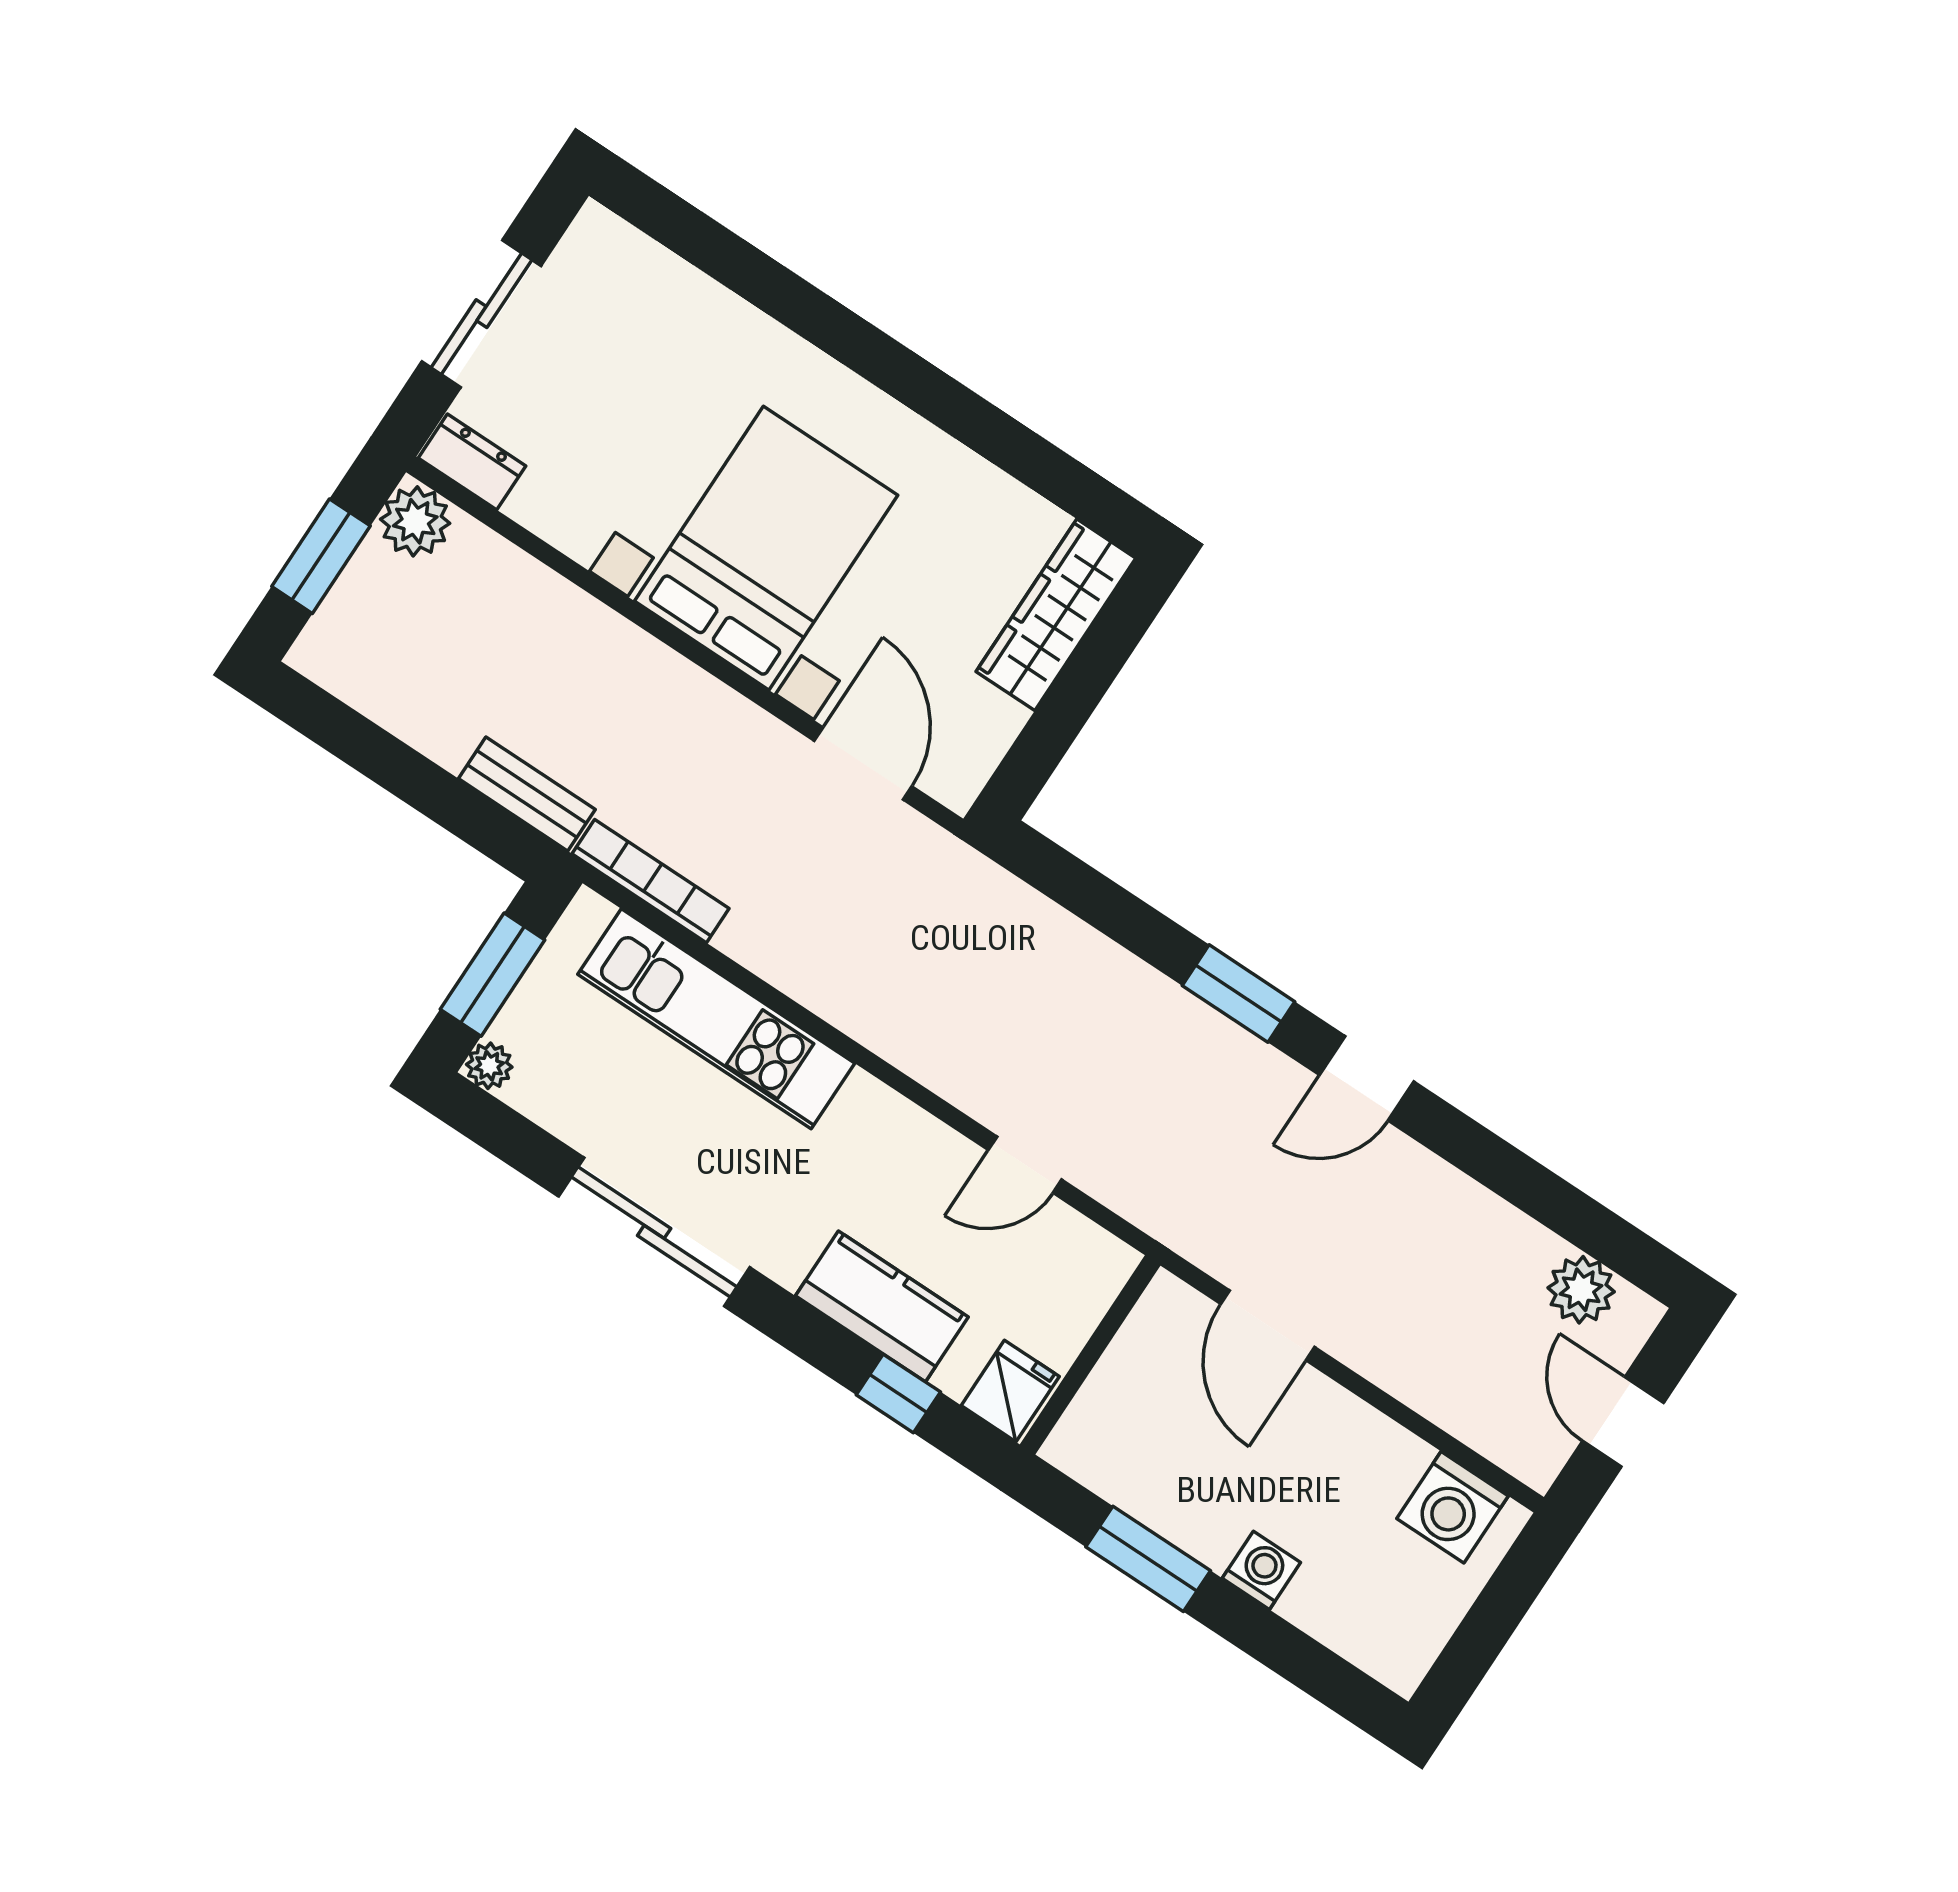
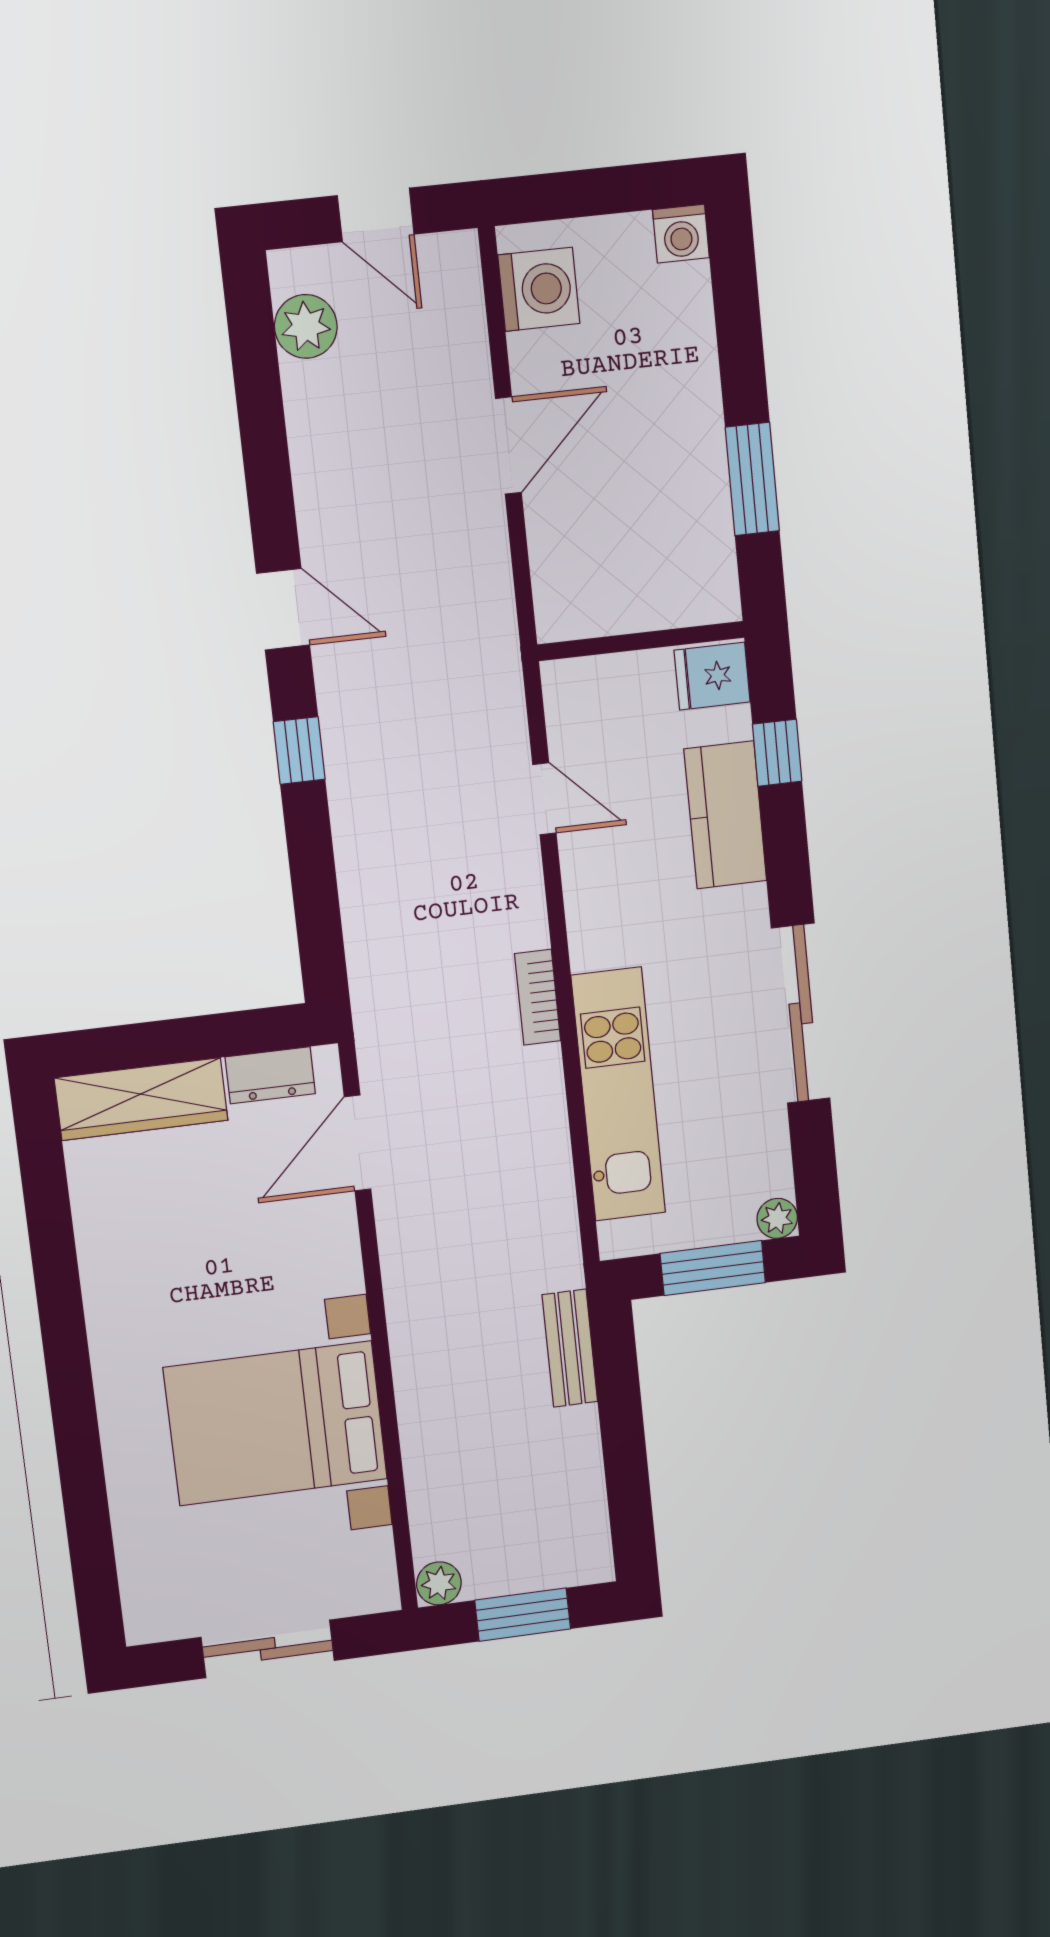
dresser: (472, 462) -> (270, 1075), moved, turned -90
plant: (415, 521) -> (439, 1583), width x0.73, depth x0.73
bed with nightstands: (766, 548) -> (276, 1423), moved
bookcase: (650, 881) -> (538, 997), moved, width x0.64
window: (1238, 994) -> (299, 750), width x0.67
door: (1268, 1325) -> (508, 446), moved
door: (1623, 1422) -> (376, 215), hinge flipped
washing machine: (1261, 1570) -> (681, 234), moved, turned -90

